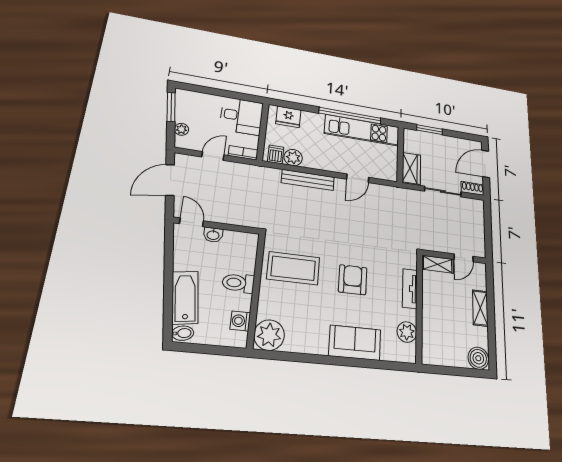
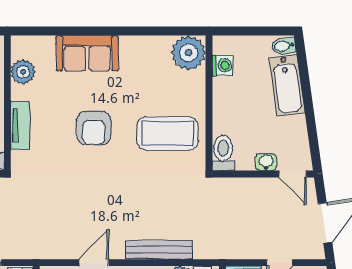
toilet: (238, 283) -> (223, 153), moved, turned -90

